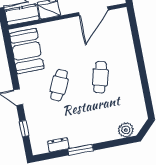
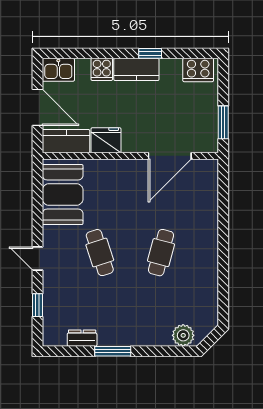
cafe table: (59, 85) -> (100, 253), turned -42

